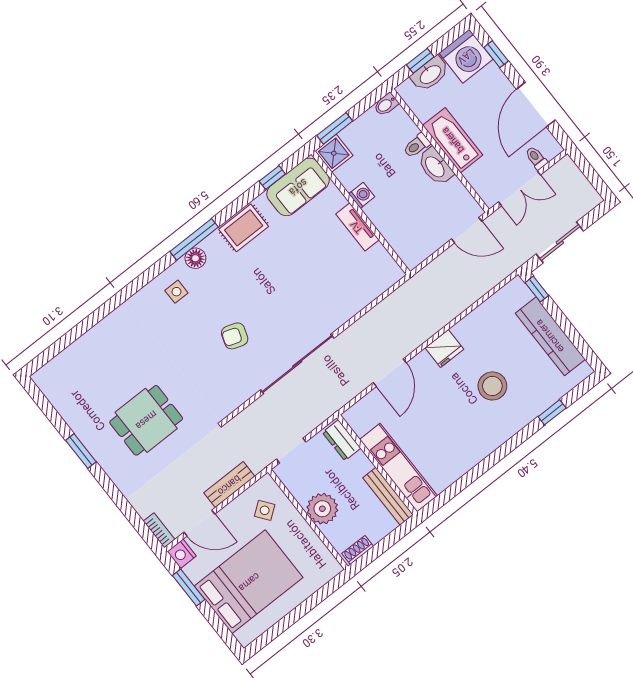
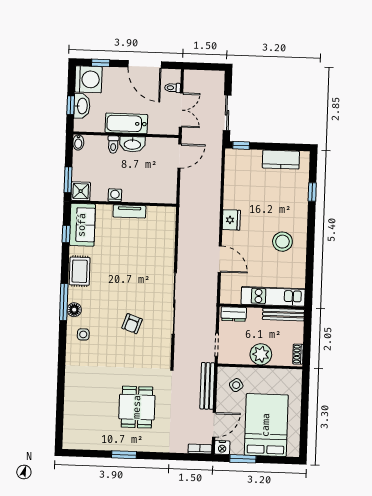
kitchen counter: (550, 336) -> (281, 160), width x0.67
stool: (492, 386) -> (282, 242), moved
bench: (229, 485) -> (207, 386), width x1.36

